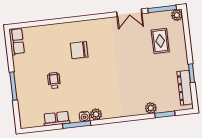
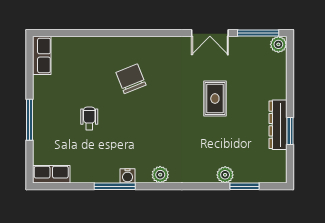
rug: (160, 41) -> (215, 99), moved
chair: (79, 50) -> (131, 79), turned 68
dresser: (185, 88) -> (278, 125), moved
plant: (96, 114) -> (160, 175), moved
row of seats: (56, 119) -> (51, 174), moved

